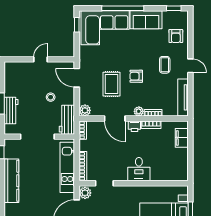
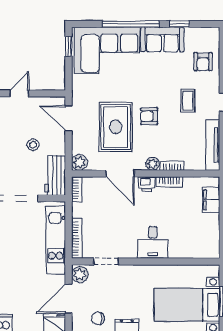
window: (174, 8) -> (180, 24), moved
rug: (111, 84) -> (116, 127), width x1.36, depth x1.43

